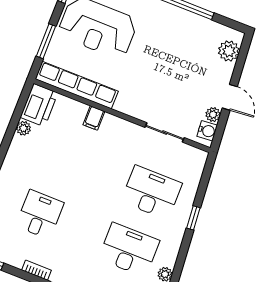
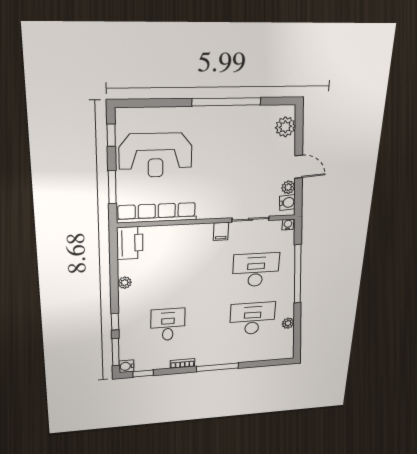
filing cabinet: (94, 118) -> (221, 231), moved
plant: (23, 128) -> (125, 283), moved
water cooler: (200, 155) -> (288, 225), added
window: (193, 218) -> (298, 274), width x3.17

